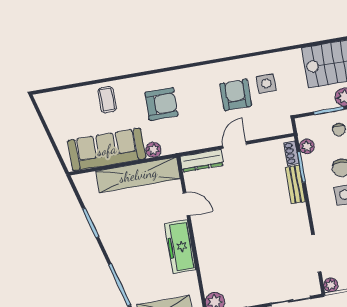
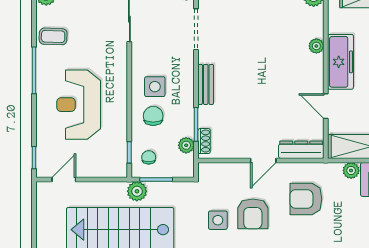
armchair: (161, 104) -> (306, 199), moved
bench: (295, 184) -> (206, 84), moved
plant: (205, 257) -> (316, 46), added

